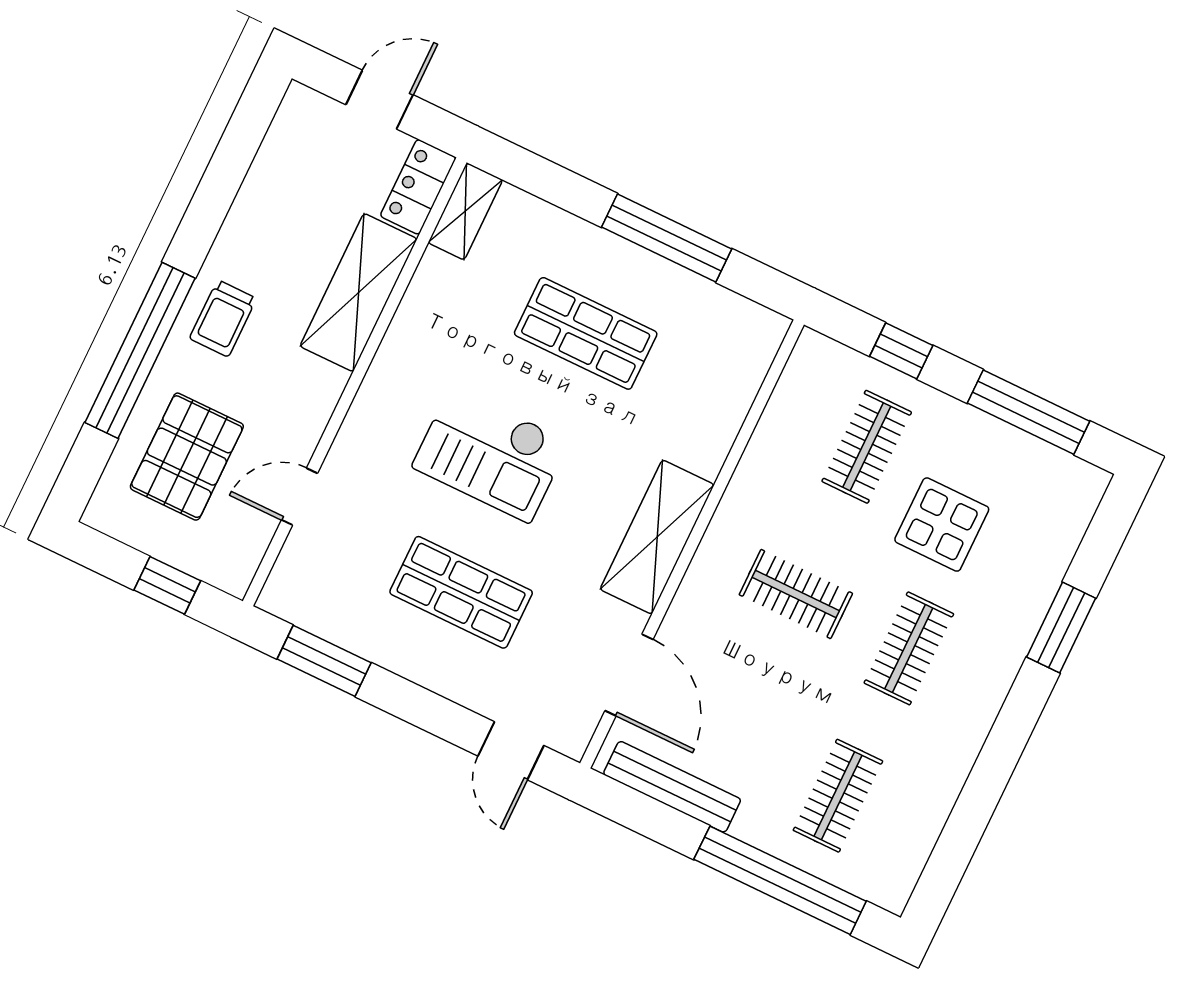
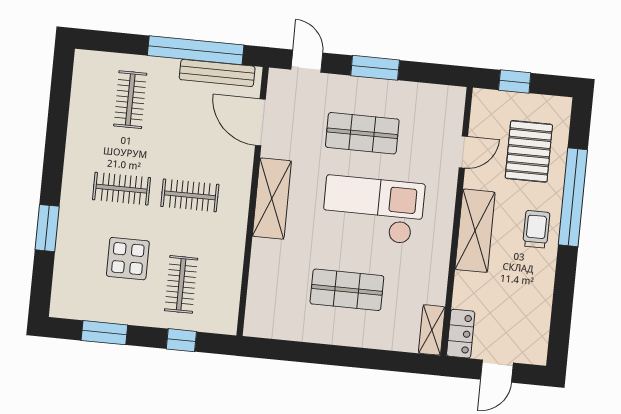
window: (667, 238) -> (323, 354), removed
shelving: (359, 293) -> (475, 231), moved
window: (1029, 412) -> (104, 333), width x0.69
checkout: (490, 454) -> (373, 210), width x1.36, depth x1.21
clothes rail: (909, 648) -> (121, 189), turned 90
window: (324, 661) -> (375, 68), moved
window: (780, 880) -> (196, 50), moved

